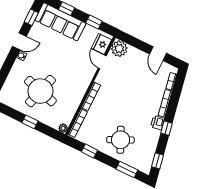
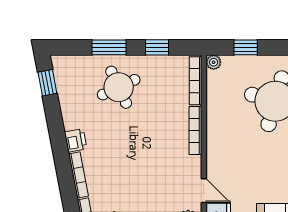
window: (30, 122) -> (246, 47), moved
window: (167, 128) -> (58, 139), removed
window: (127, 169) -> (109, 47), moved

